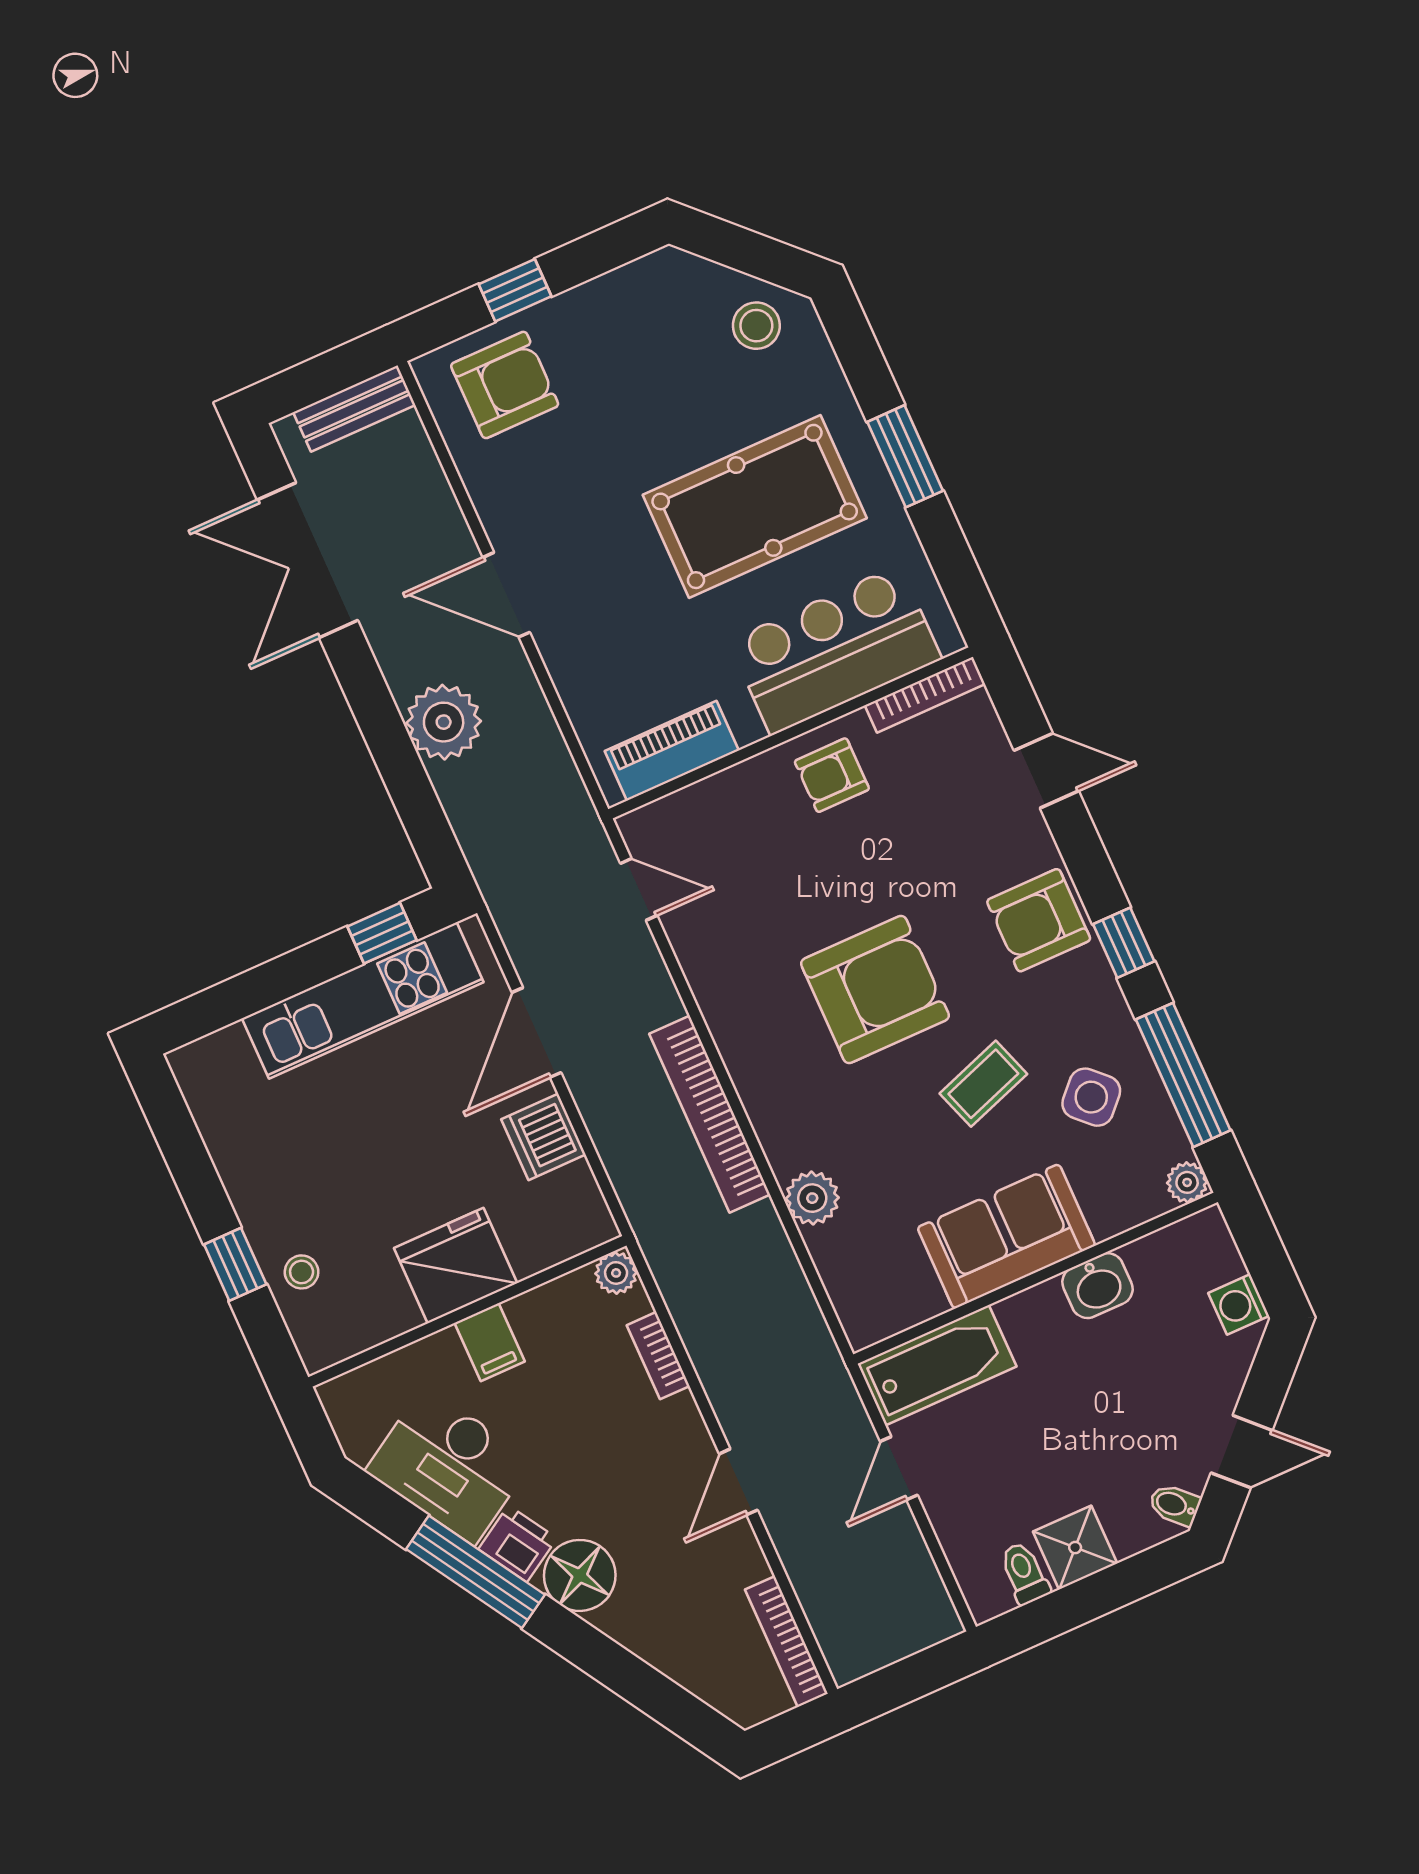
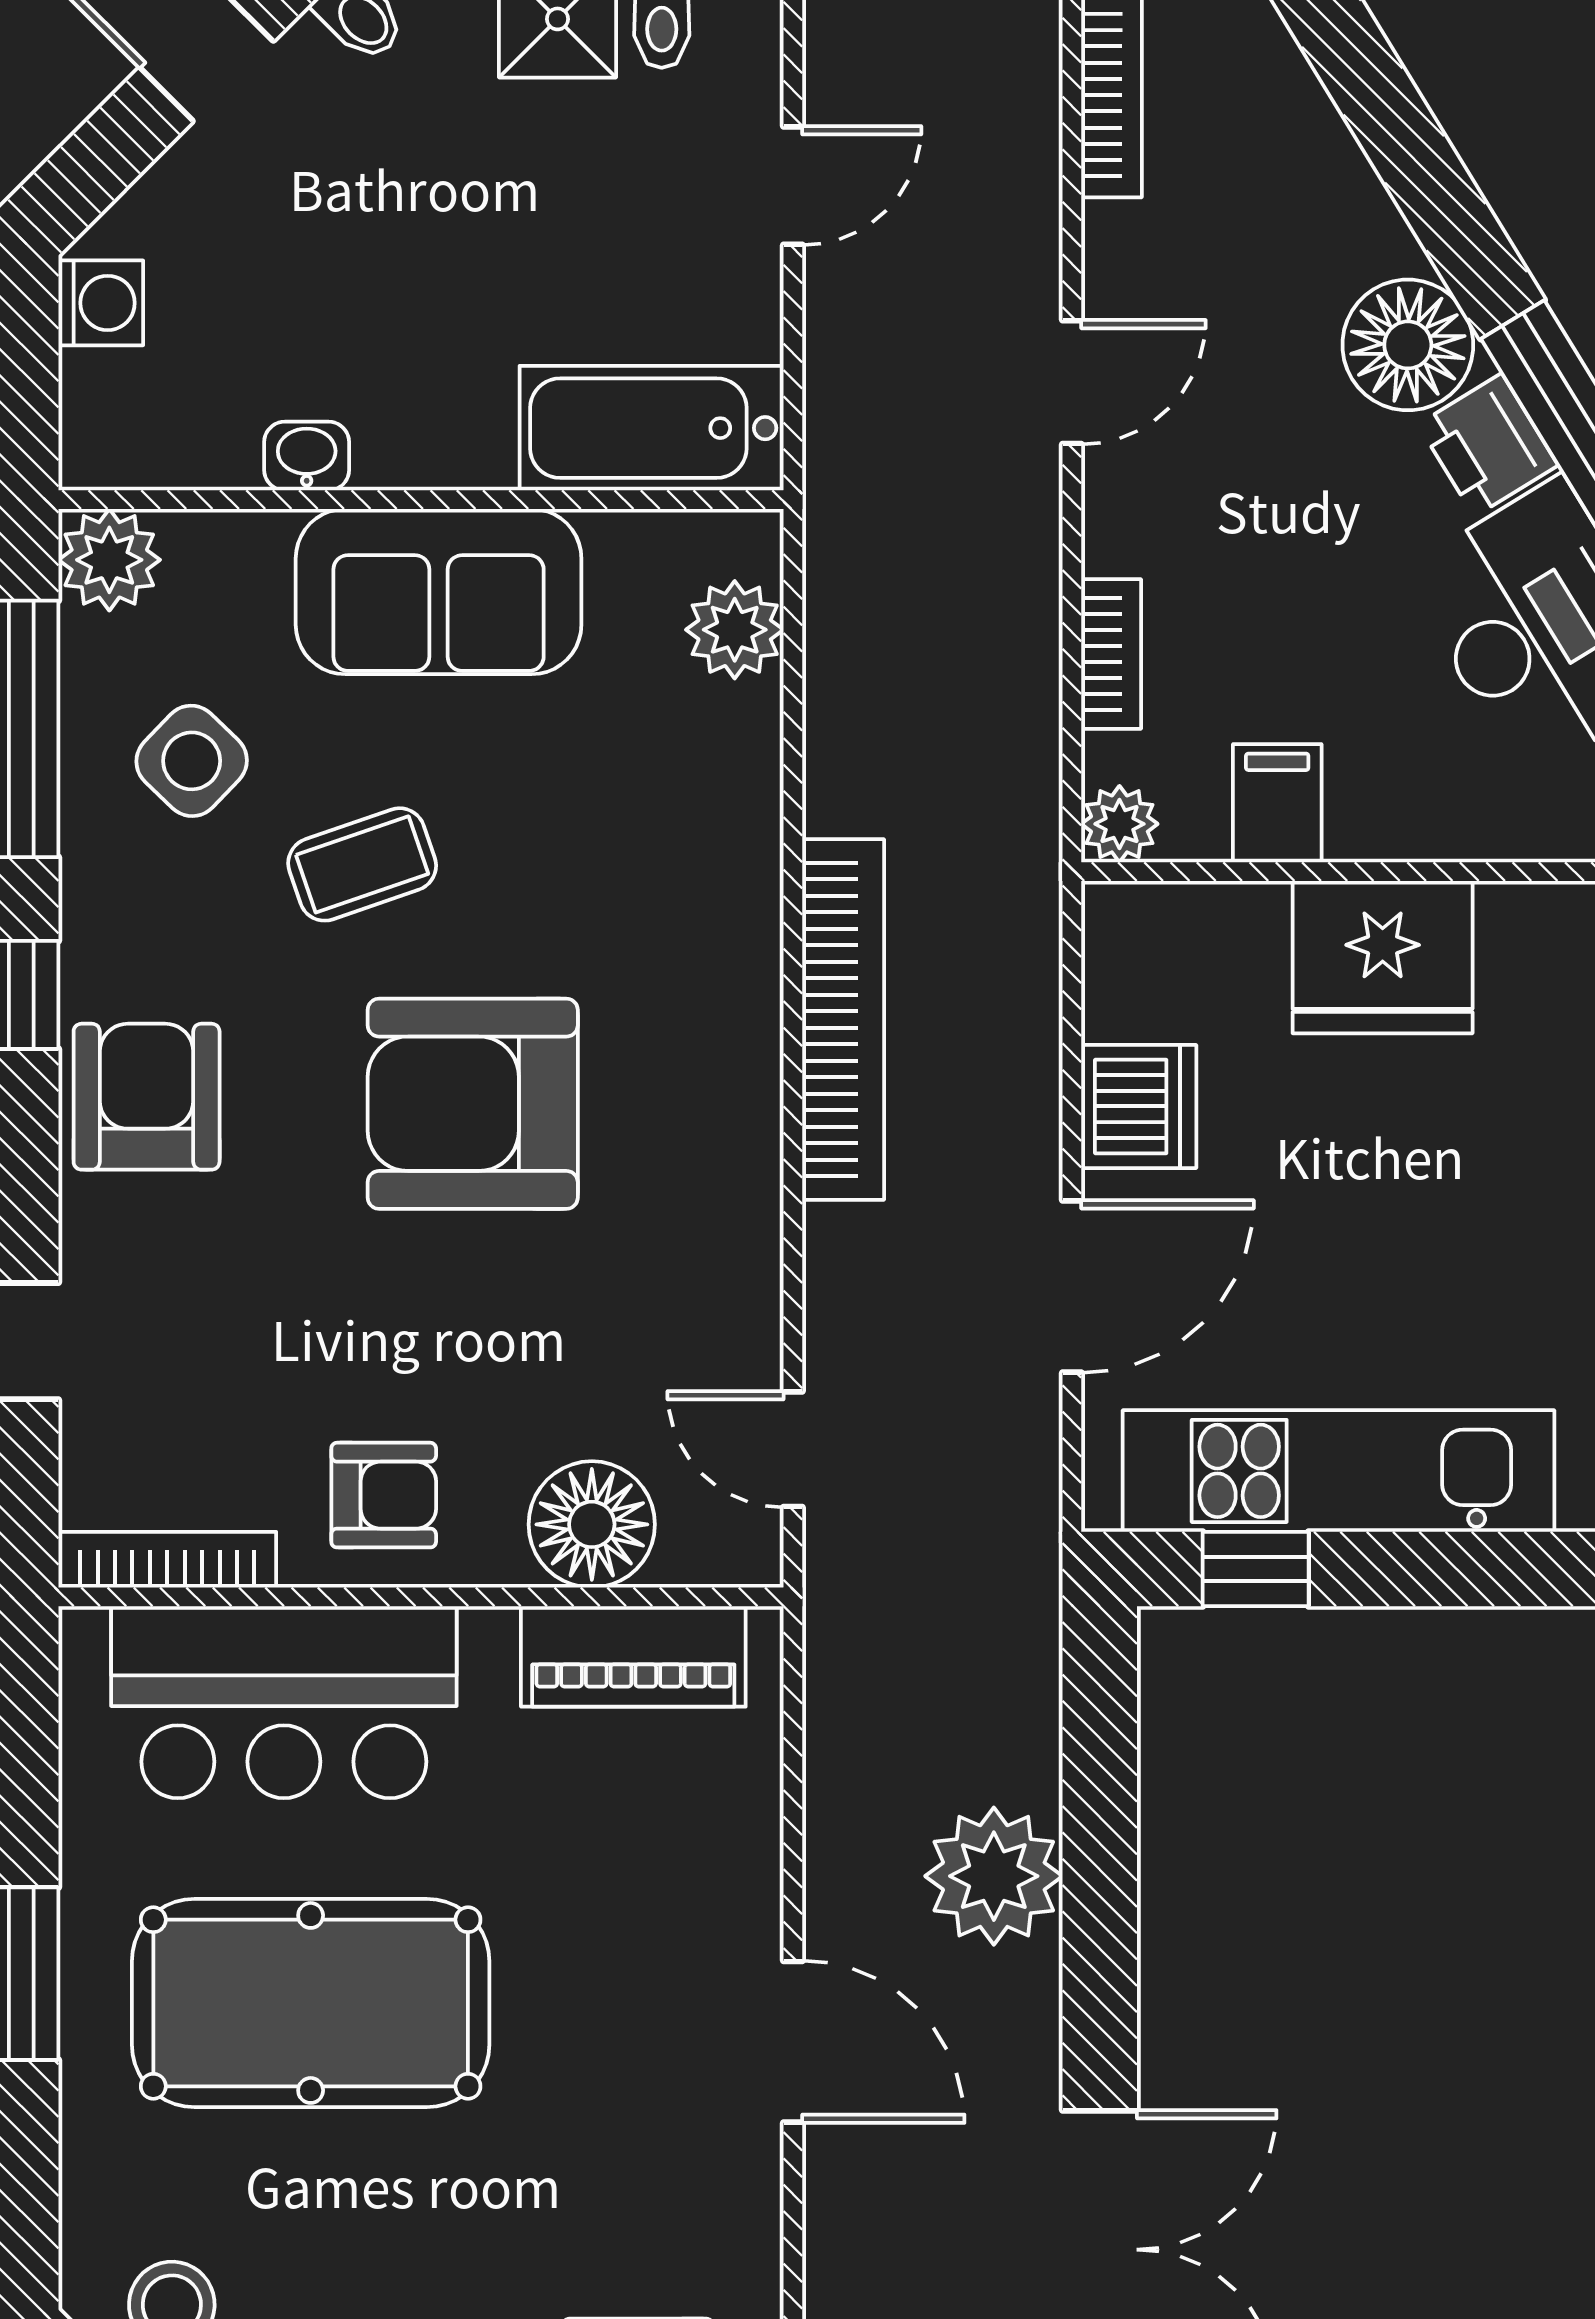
floor lamp: (722, 807) -> (592, 1524), added
armchair: (1039, 920) -> (147, 1097), turned -90
plant: (1187, 1182) -> (109, 560), width x1.38, depth x1.38
plant: (812, 1198) -> (735, 630), moved
washbasin: (1097, 1286) -> (307, 456), width x0.72, depth x0.69
filing cabinet: (490, 1342) -> (1277, 803), moved
door: (899, 1468) -> (793, 186), moved

